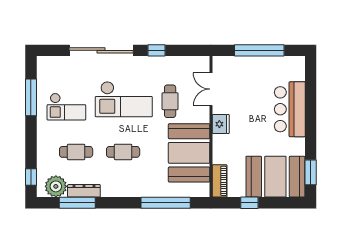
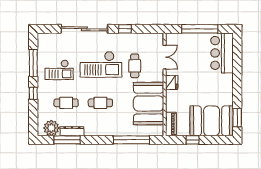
double door: (211, 89) -> (165, 57), swing flipped
bar counter: (290, 109) -> (222, 53), moved
window: (31, 177) -> (33, 93), moved

